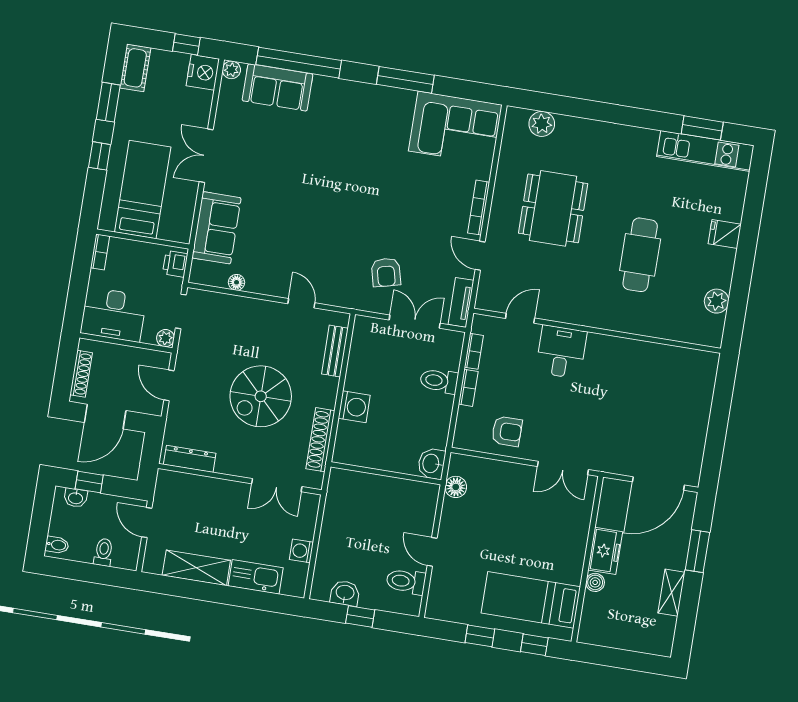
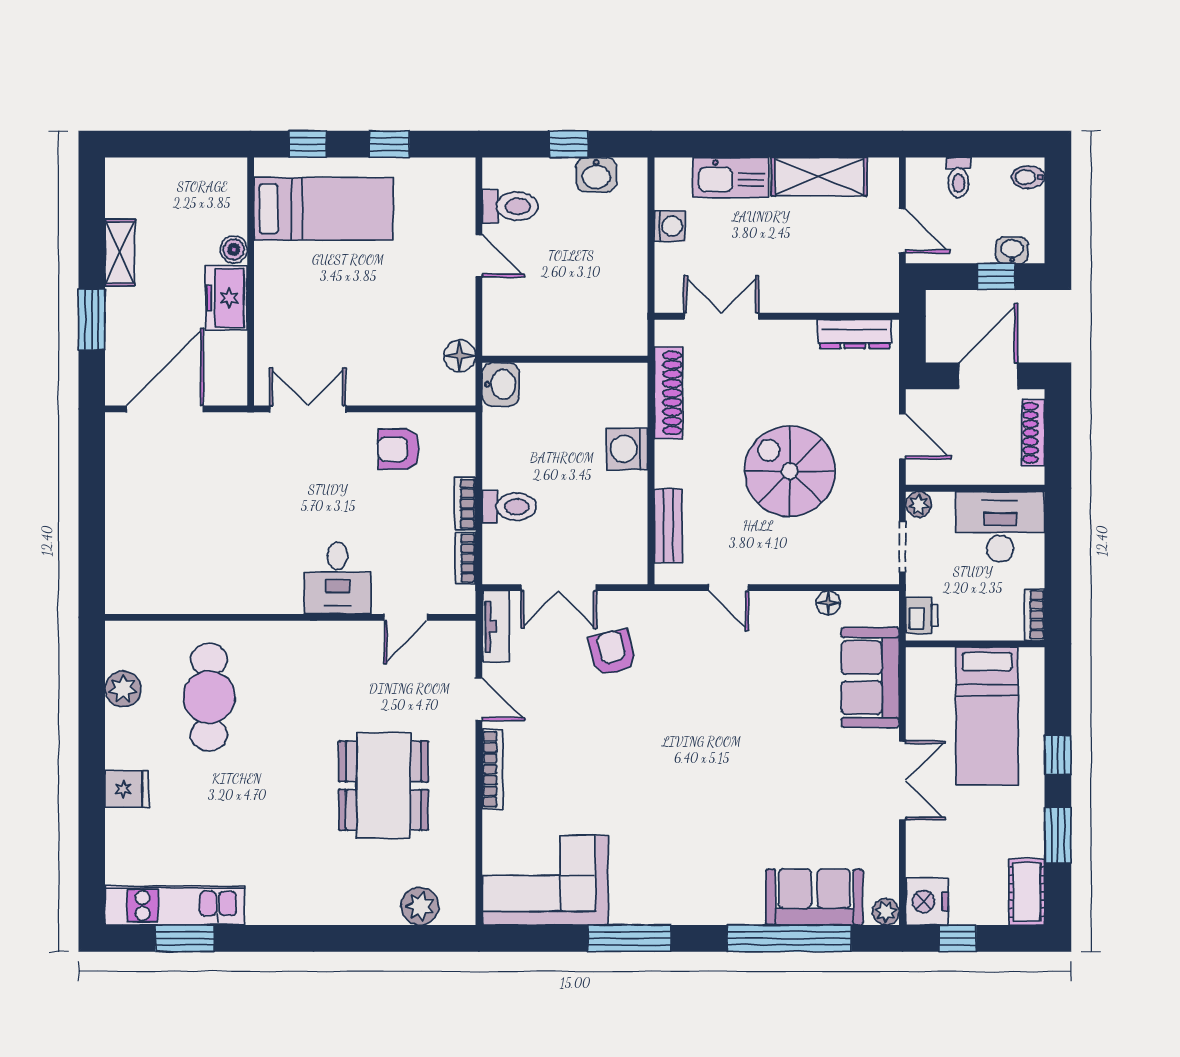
cafe table: (640, 255) -> (209, 697), moved
spiral stairs: (261, 396) -> (790, 471), moved, turned -90

